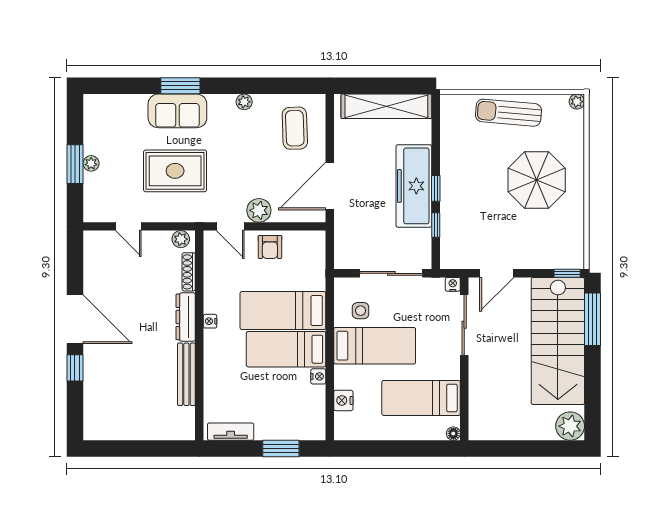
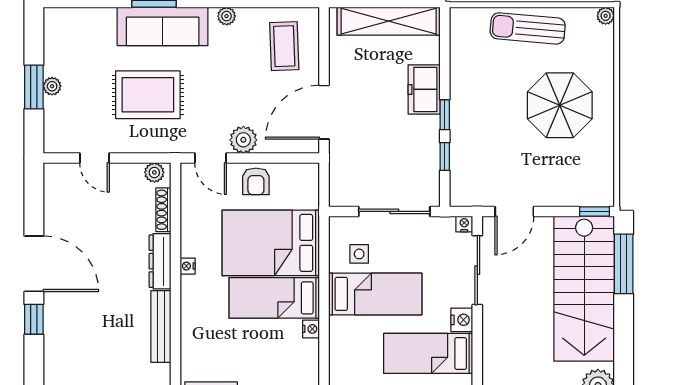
sofa: (177, 111) -> (163, 26), width x1.36
freezer: (414, 186) -> (424, 89), width x0.52, depth x0.79
bed: (283, 310) -> (271, 243), width x1.50
nightstand: (343, 400) -> (462, 320), moved, turned 180

